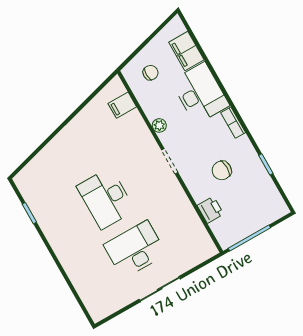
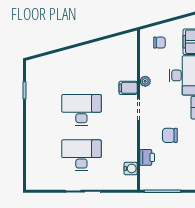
filing cabinet: (122, 105) -> (128, 88), moved
desk: (106, 198) -> (81, 110), turned 90
water cooler: (199, 233) -> (131, 168), added

